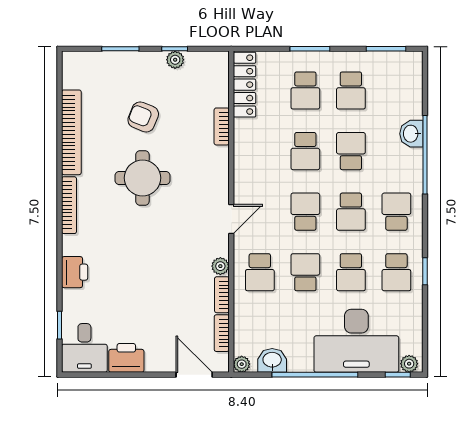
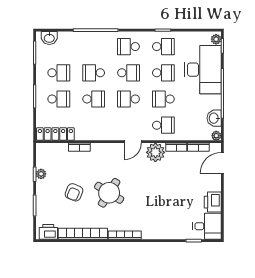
washbasin: (411, 134) -> (49, 38), moved
round table: (142, 178) -> (109, 193), turned 32
door: (231, 219) -> (133, 142), swing flipped
plant: (220, 266) -> (155, 152), width x1.87, depth x1.87
printer: (75, 272) -> (48, 232), moved

